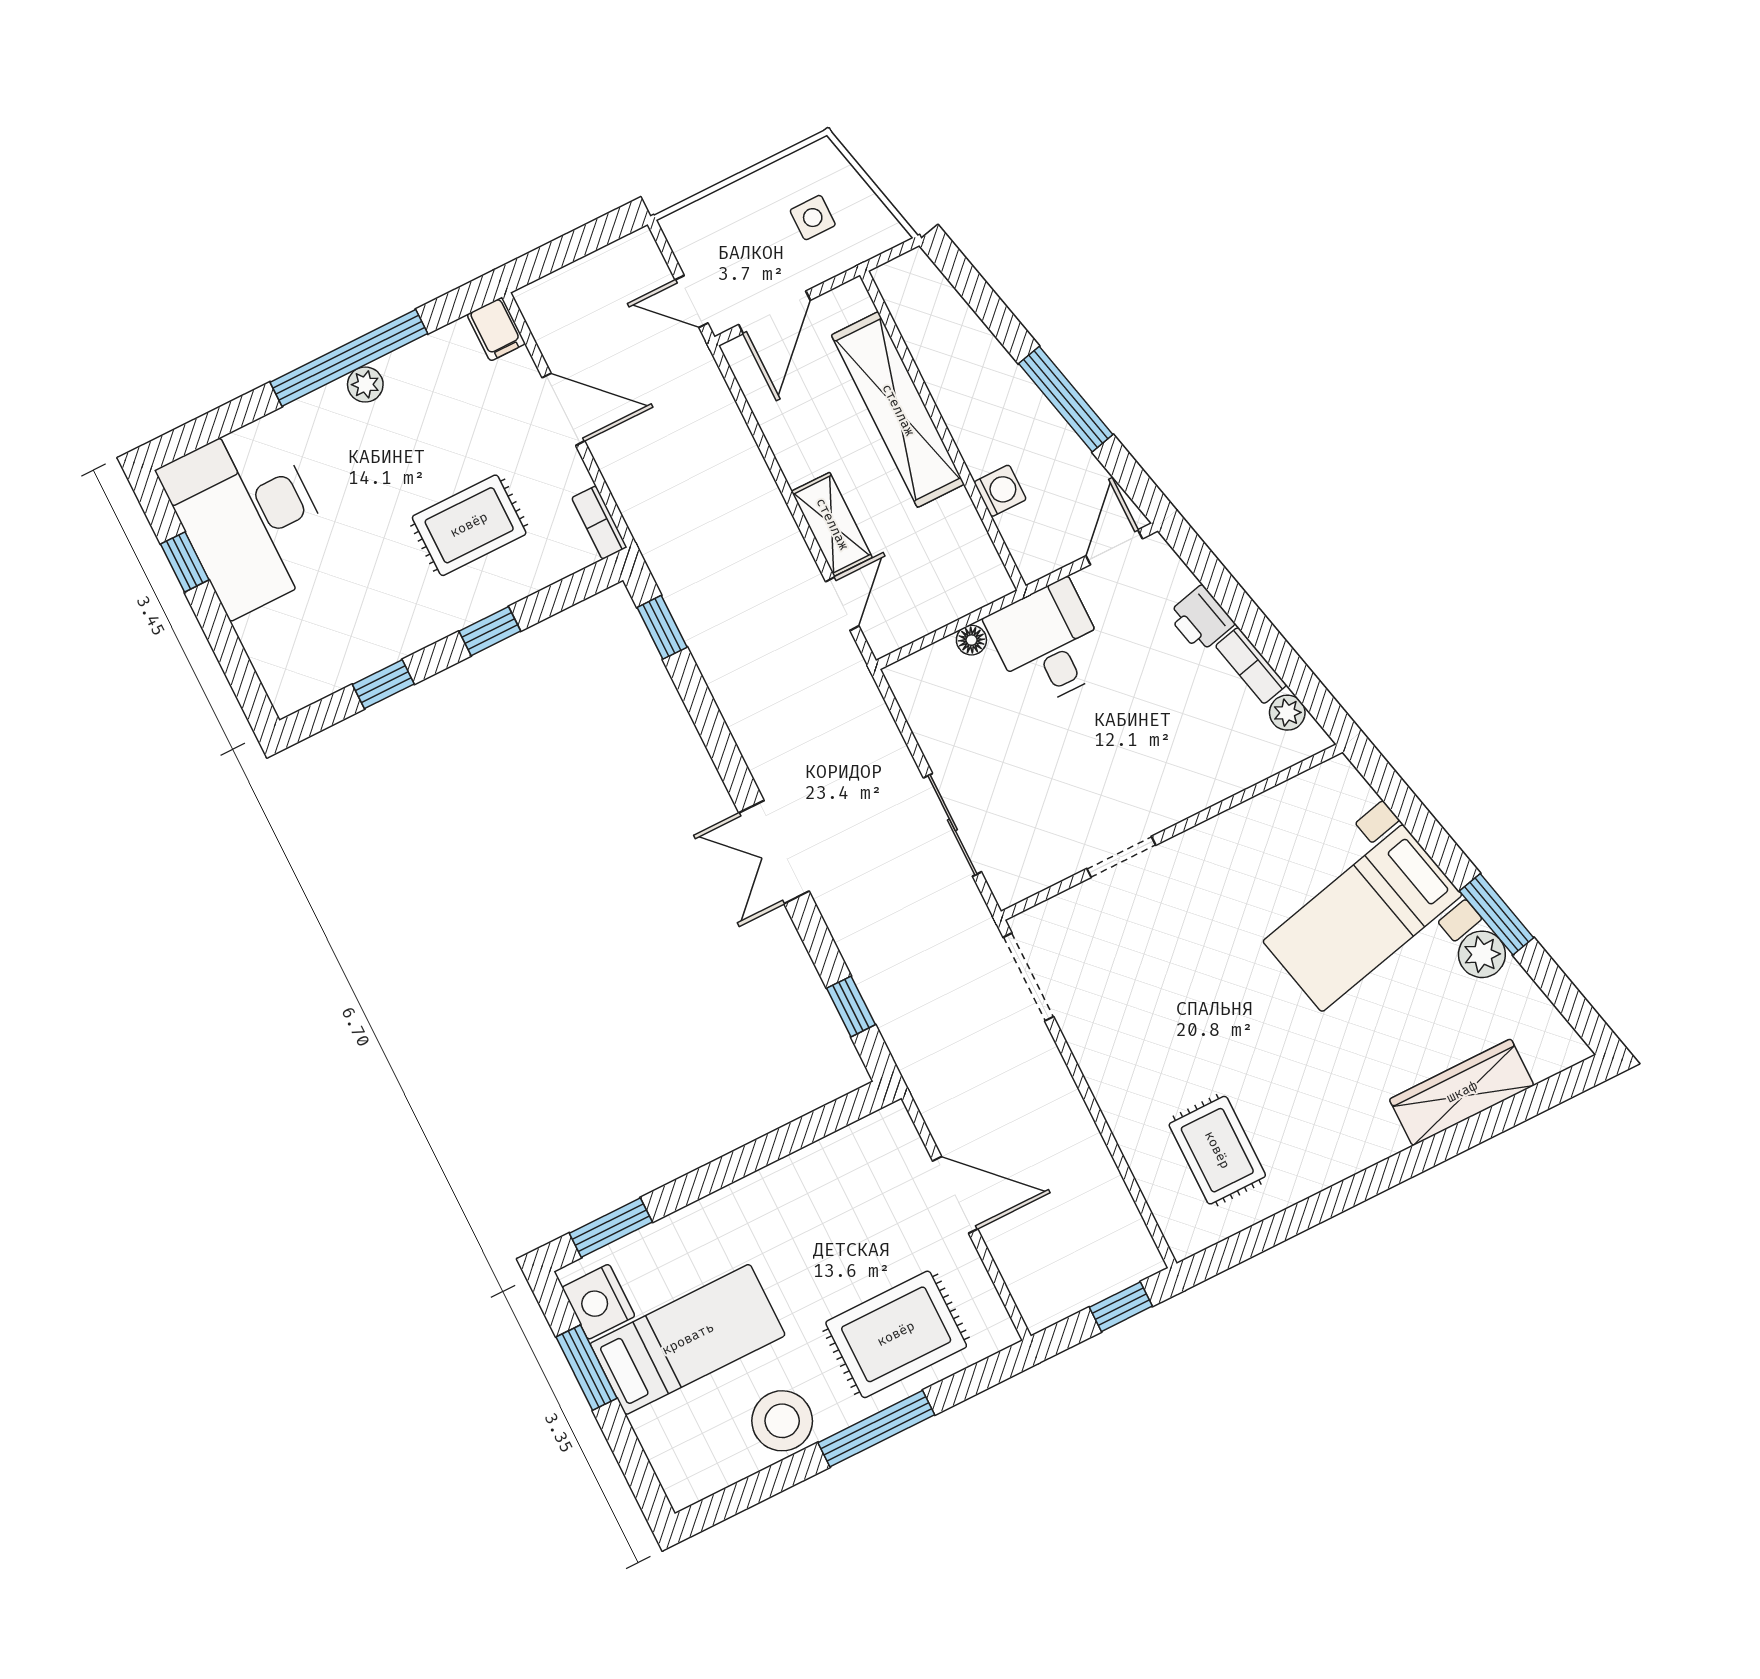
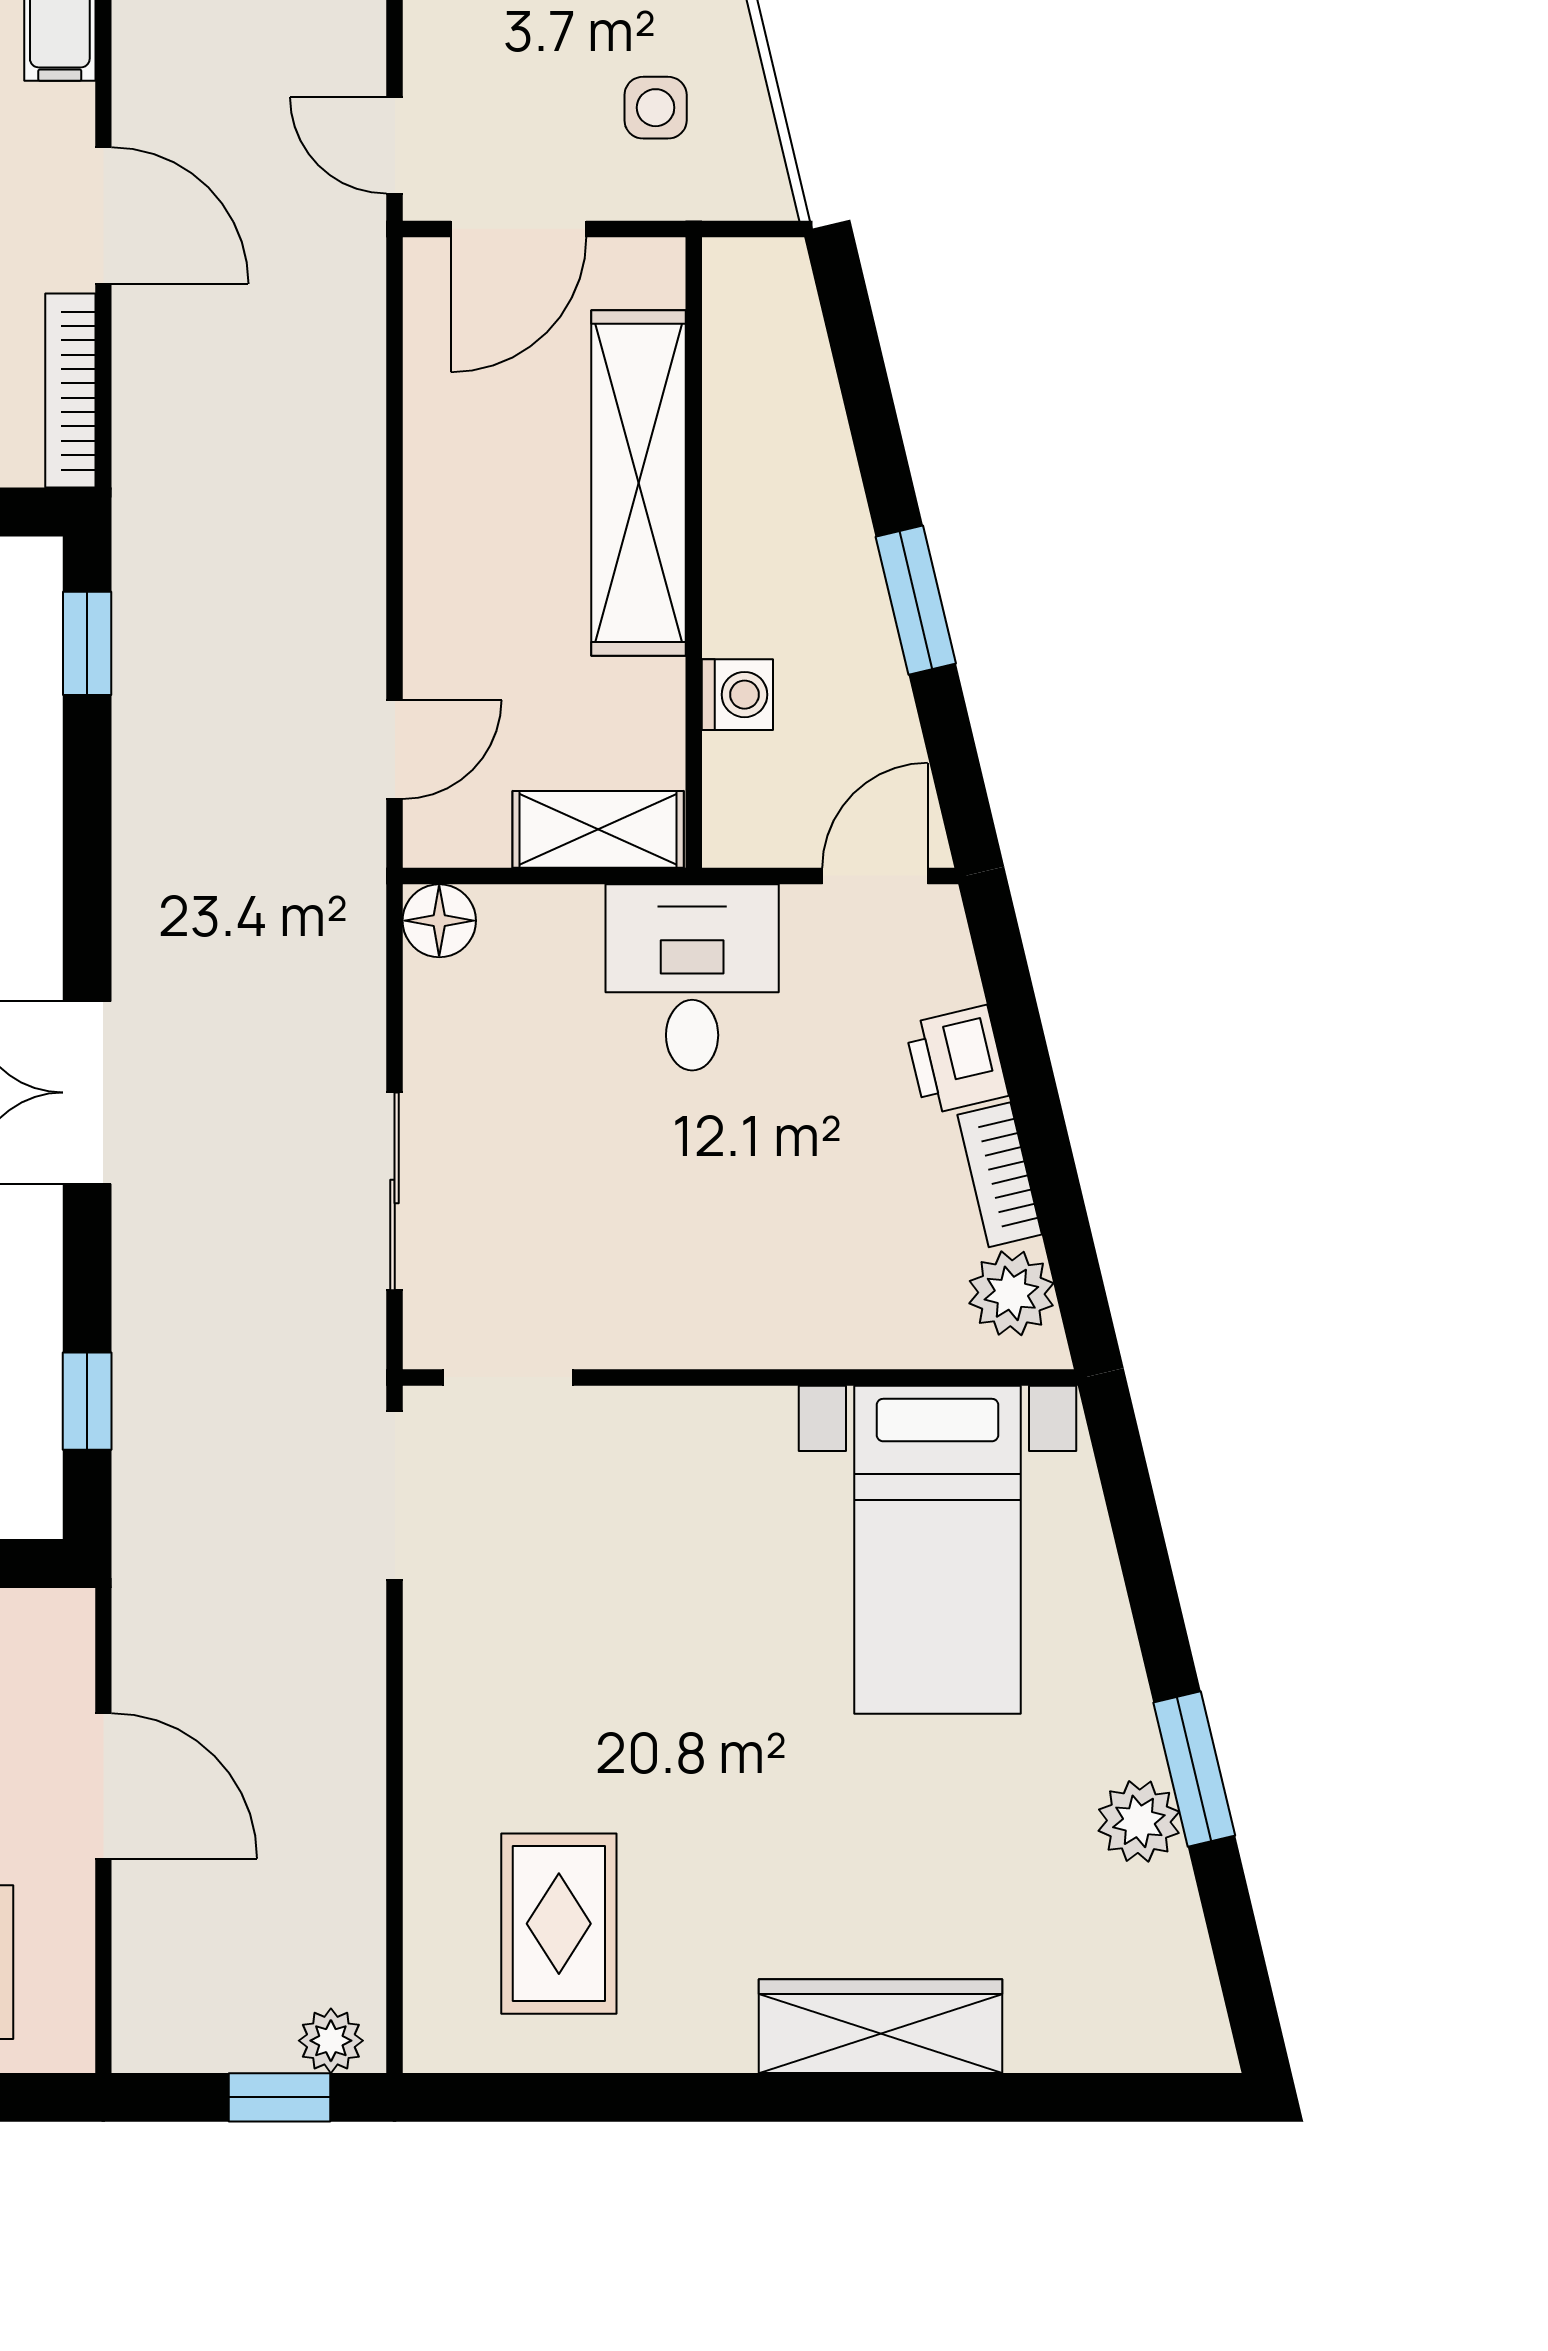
window: (1066, 399) -> (916, 600), width x0.69
bookcase: (599, 523) -> (70, 391), width x1.56
shelving: (832, 524) -> (598, 829), moved, turned 90
floor lamp: (971, 640) -> (439, 921), moved, width x1.37, depth x1.37
plant: (1287, 713) -> (1011, 1293), width x1.38, depth x1.38
doorway: (1121, 857) -> (508, 1377), moved
bed with nightstands: (1362, 918) -> (937, 1550), moved, turned -77
wardrobe: (1462, 1092) -> (880, 2026), moved
plant: (1132, 1266) -> (331, 2041), added

